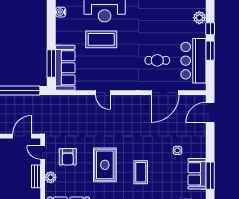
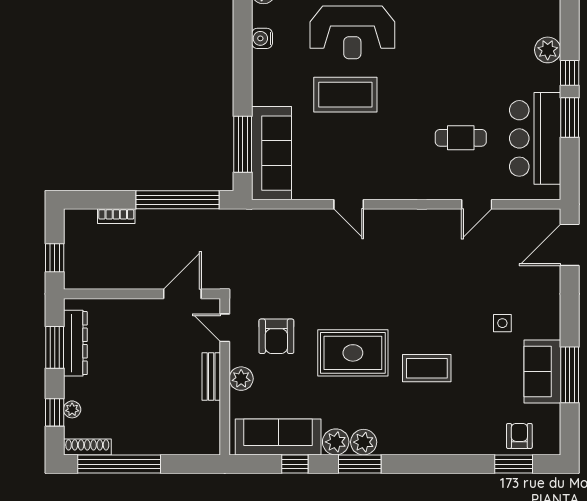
door: (165, 93) -> (477, 204), width x0.53
rug: (105, 165) -> (353, 353), turned 90
coffee table: (141, 172) -> (427, 368), turned 90

